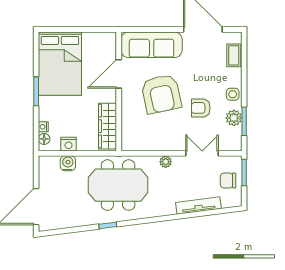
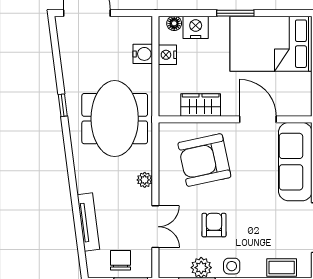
armchair: (161, 94) -> (204, 160), moved
wardrobe: (108, 126) -> (201, 105), width x0.67
nightstand: (43, 127) -> (196, 27), width x1.89, depth x1.79

